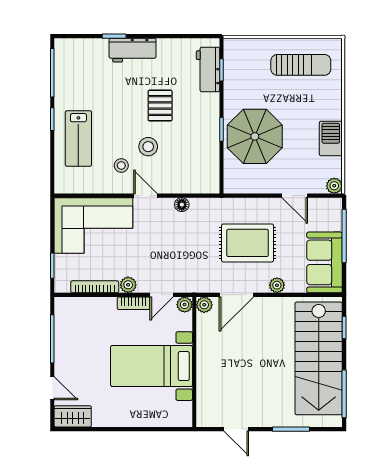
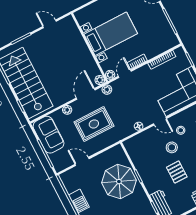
plant: (334, 186) -> (64, 177), removed
plant: (128, 285) -> (107, 90), moved

